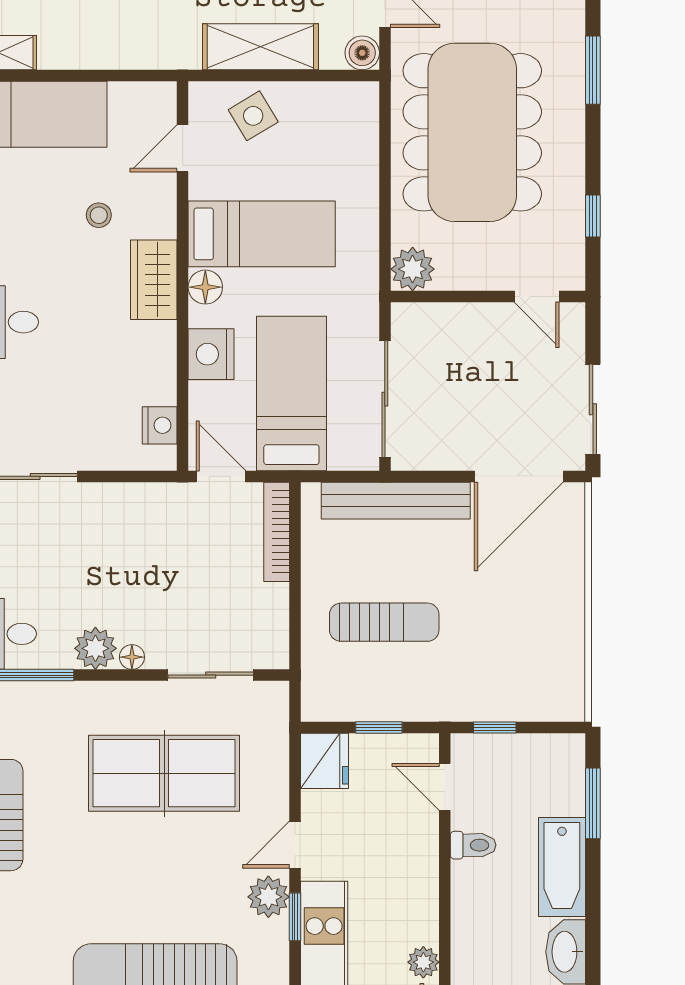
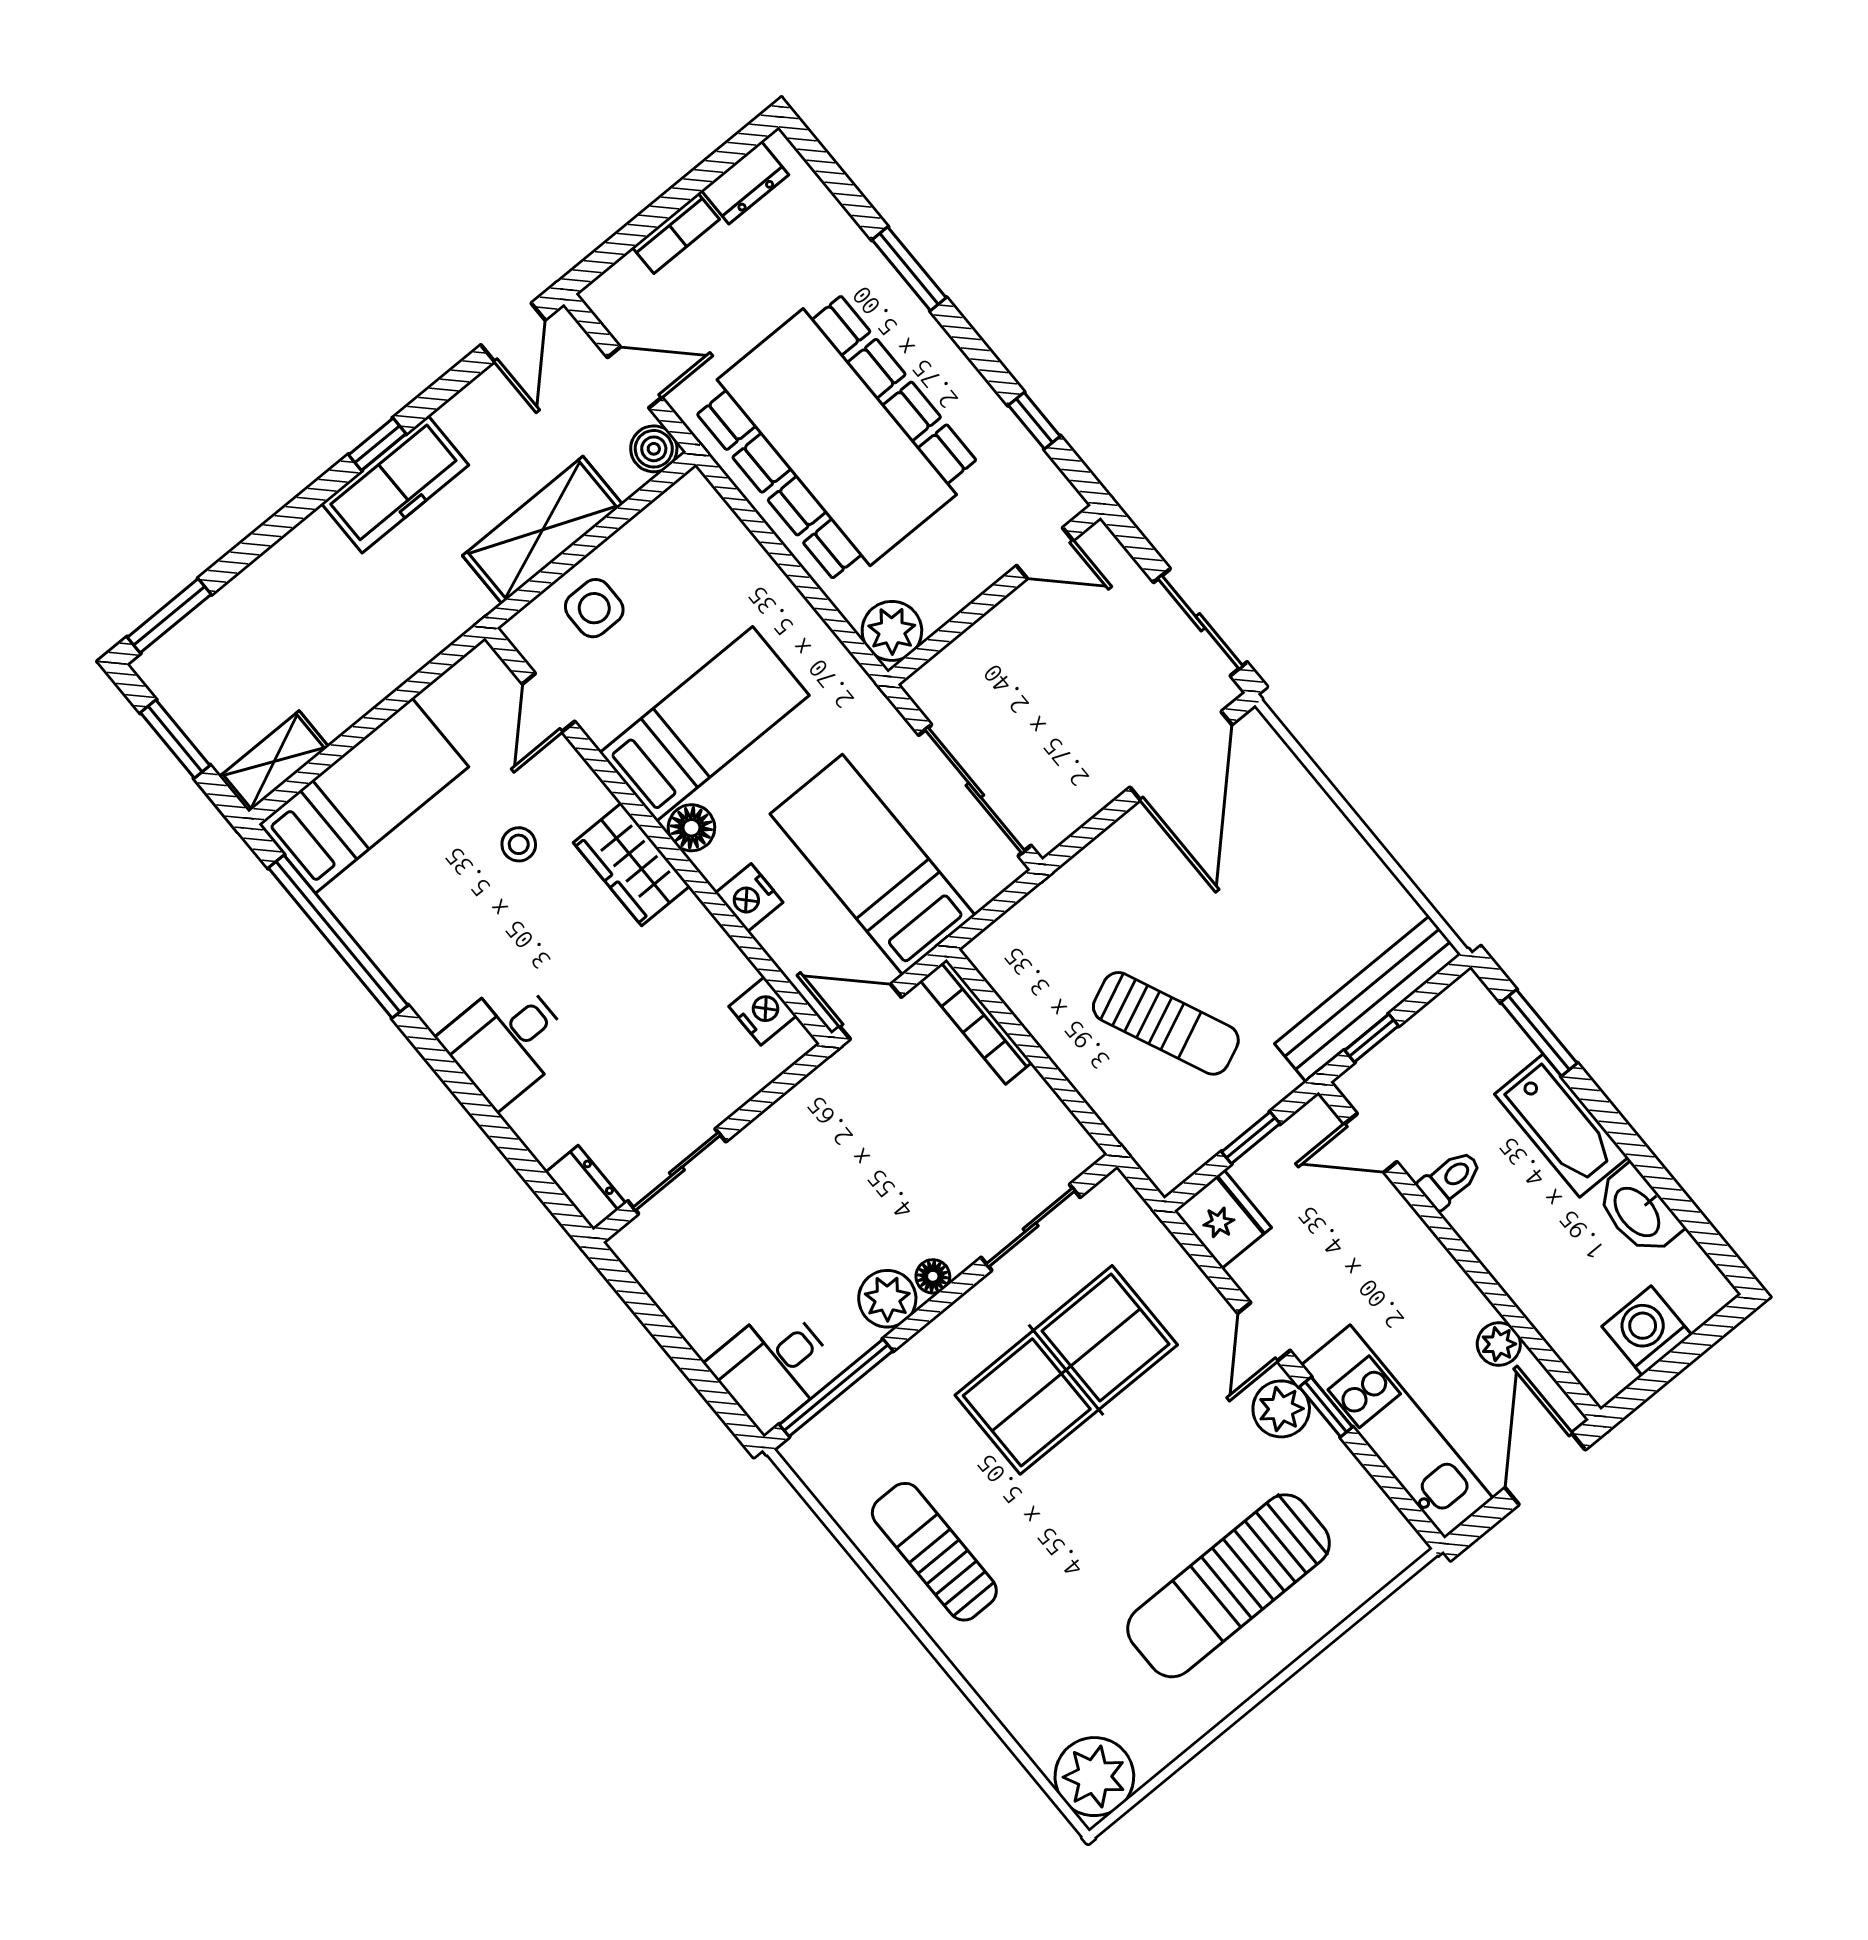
side table: (253, 116) -> (594, 608), turned 31
nightstand: (211, 354) -> (749, 898), width x0.74, depth x0.75
bench: (396, 501) -> (1368, 999), moved
sun lounger: (384, 622) -> (1166, 1023), turned 66

